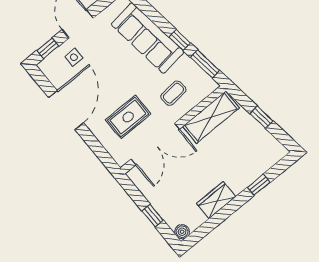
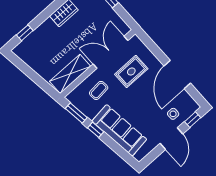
window: (261, 117) -> (33, 75), removed
window: (259, 185) -> (25, 33), moved

